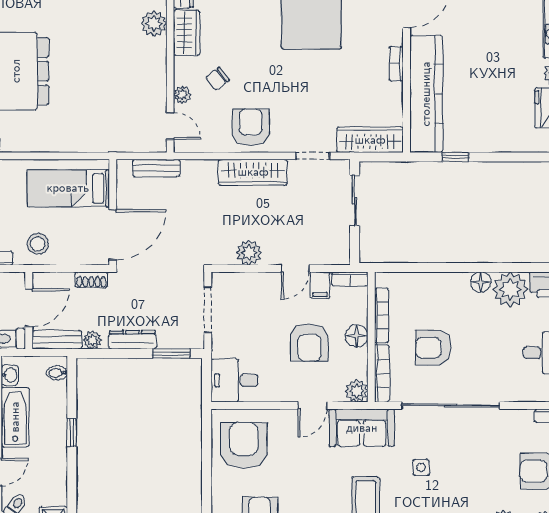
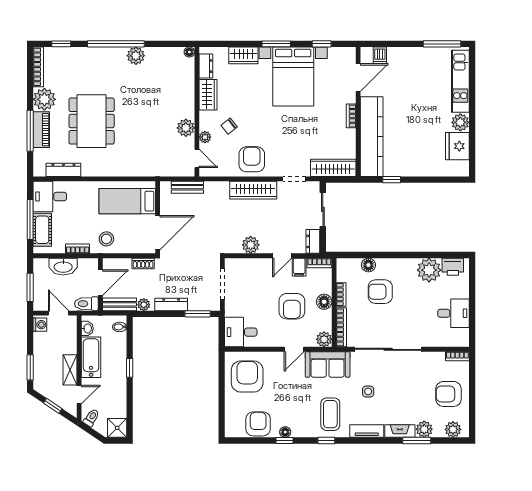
plant: (154, 23) -> (186, 128), moved
dresser: (340, 248) -> (313, 241), added
floor lamp: (481, 282) -> (368, 265), moved
bookcase: (382, 315) -> (341, 294), width x0.64
armchair: (433, 348) -> (380, 292), moved

